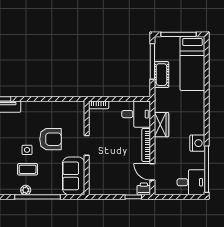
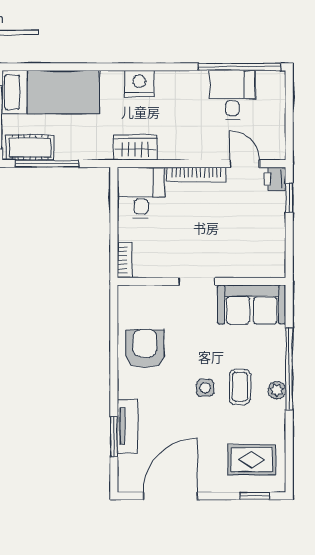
cot: (161, 75) -> (30, 147), moved
wardrobe: (161, 125) -> (135, 148), moved
armchair: (50, 139) -> (145, 349), moved
nightstand: (197, 143) -> (139, 83), moved
door: (152, 172) -> (245, 164), swing flipped
desk: (191, 182) -> (232, 95), moved

